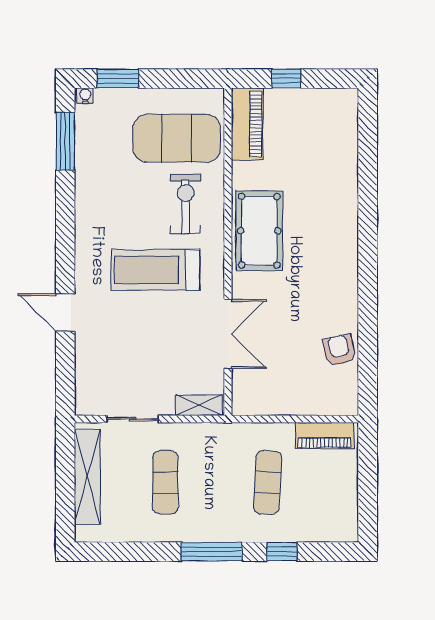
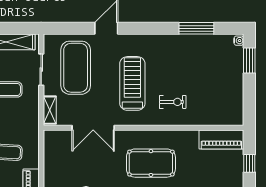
exercise mat: (177, 138) -> (76, 68), moved
window: (65, 141) -> (196, 28), moved
exercise bike: (186, 204) -> (173, 102), width x0.73, depth x0.72
pool table: (259, 231) -> (151, 163), moved

